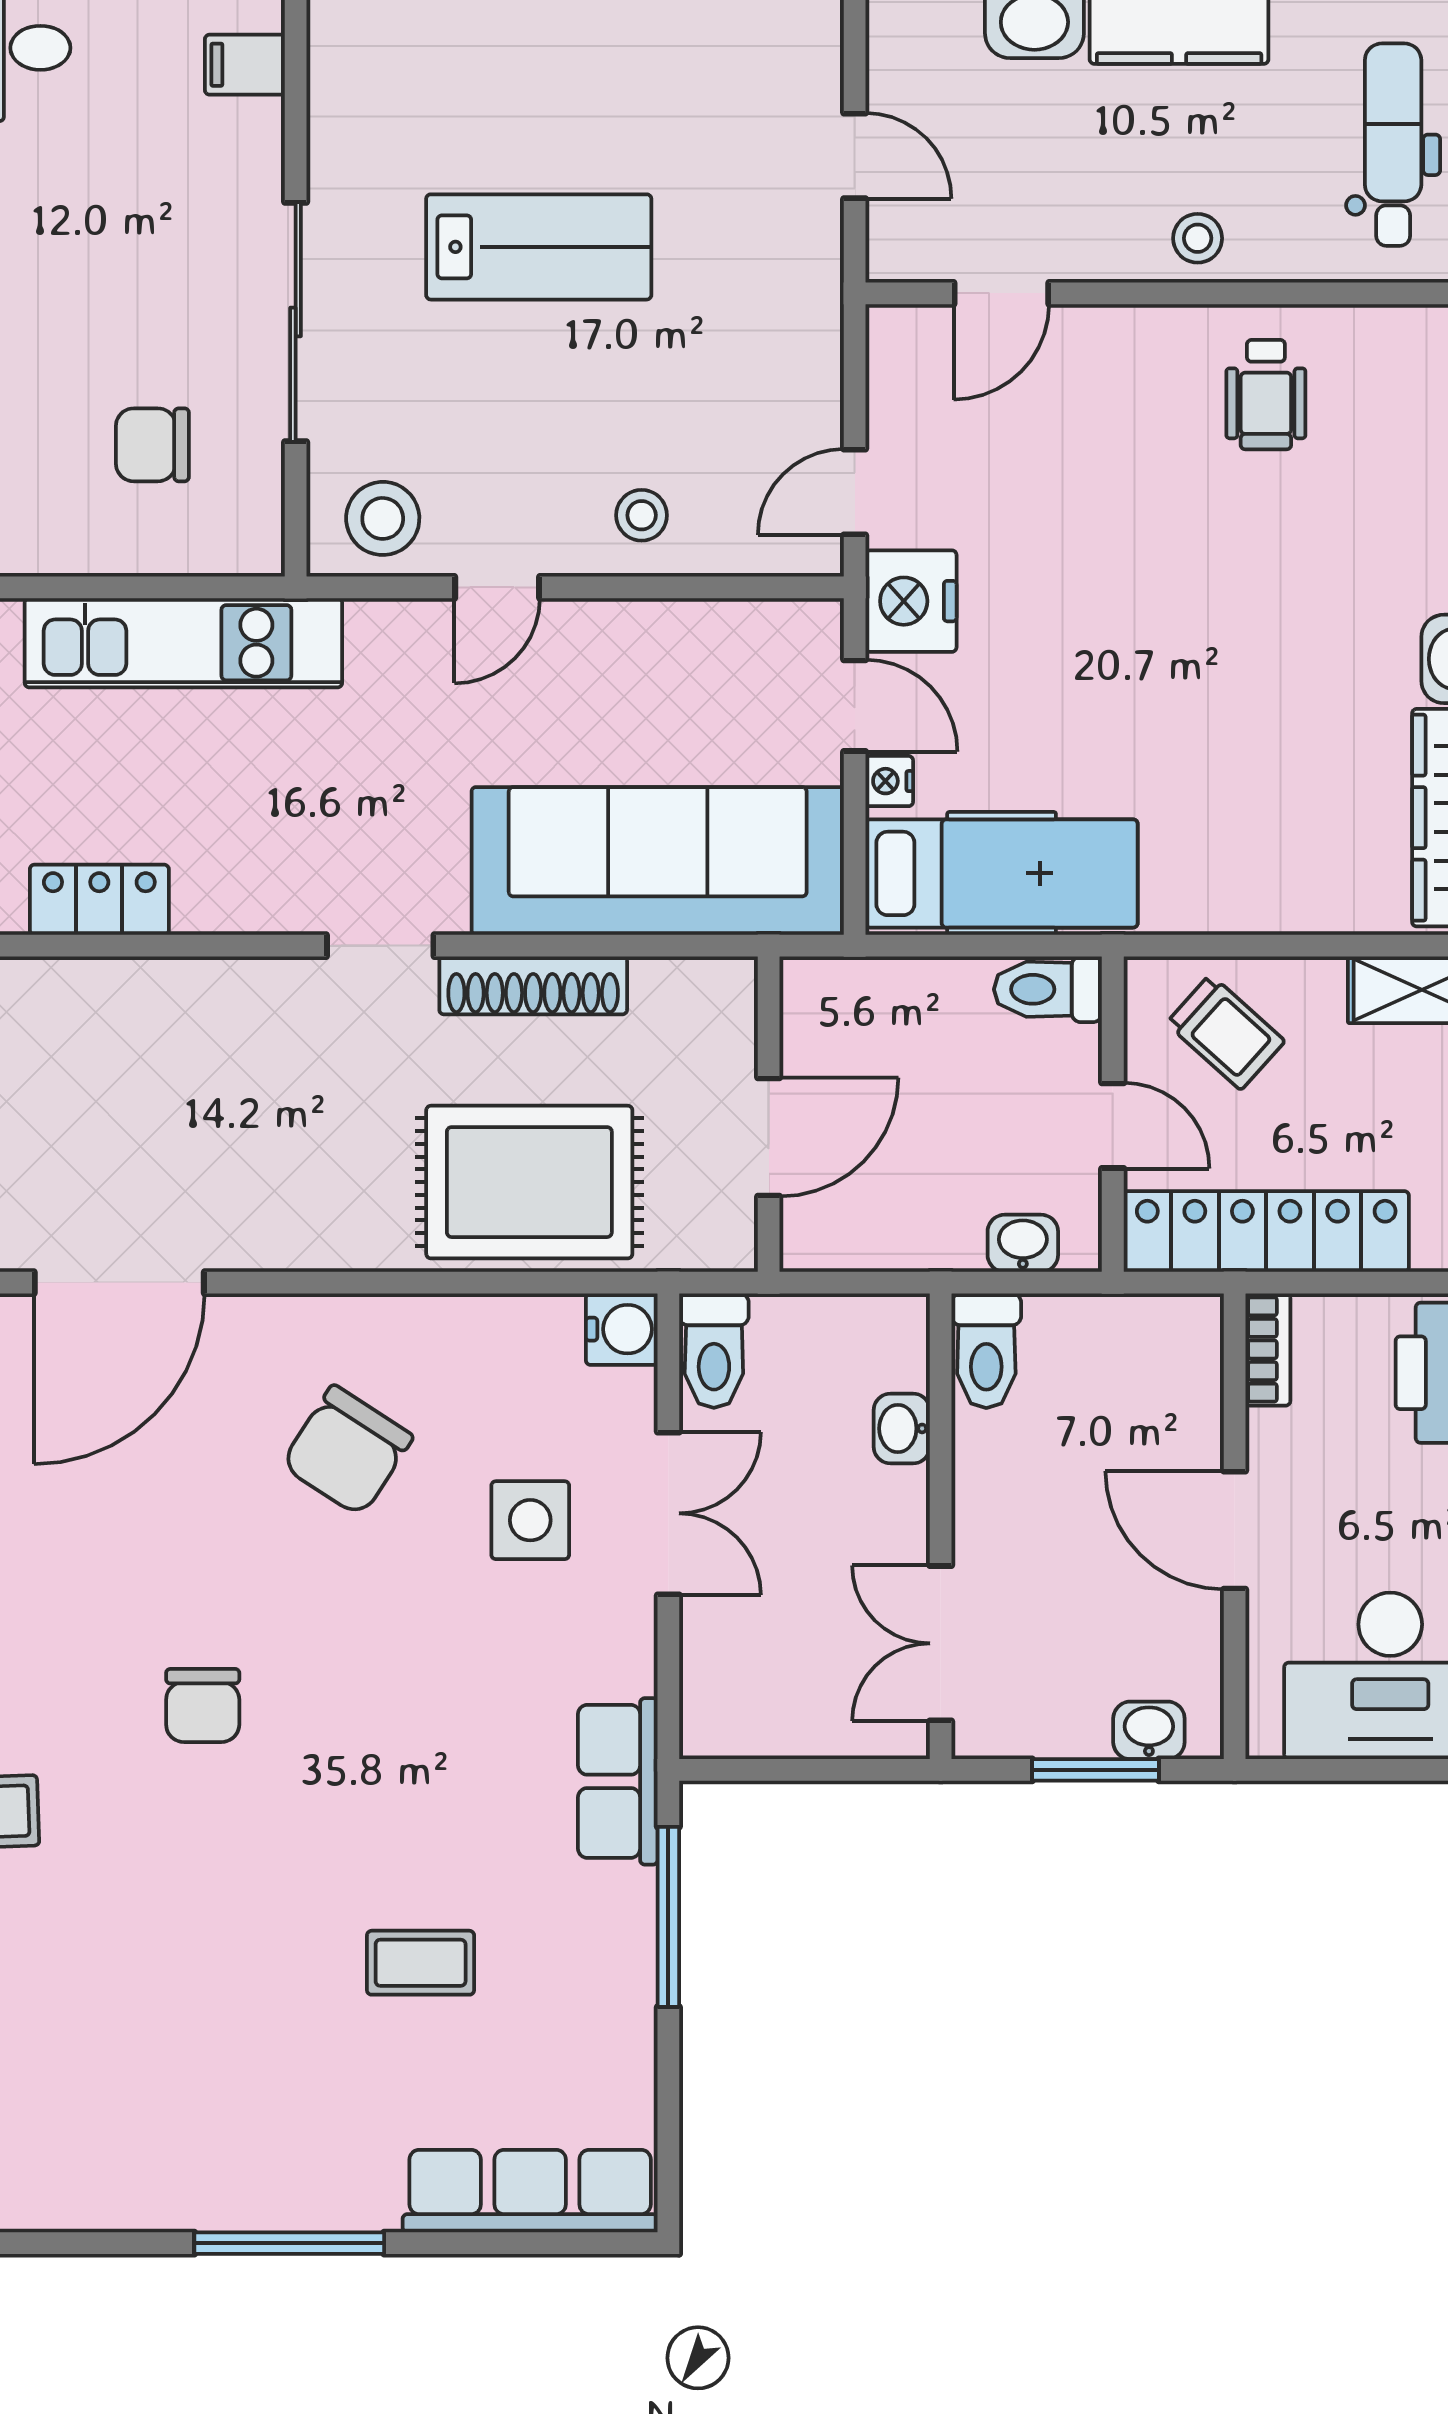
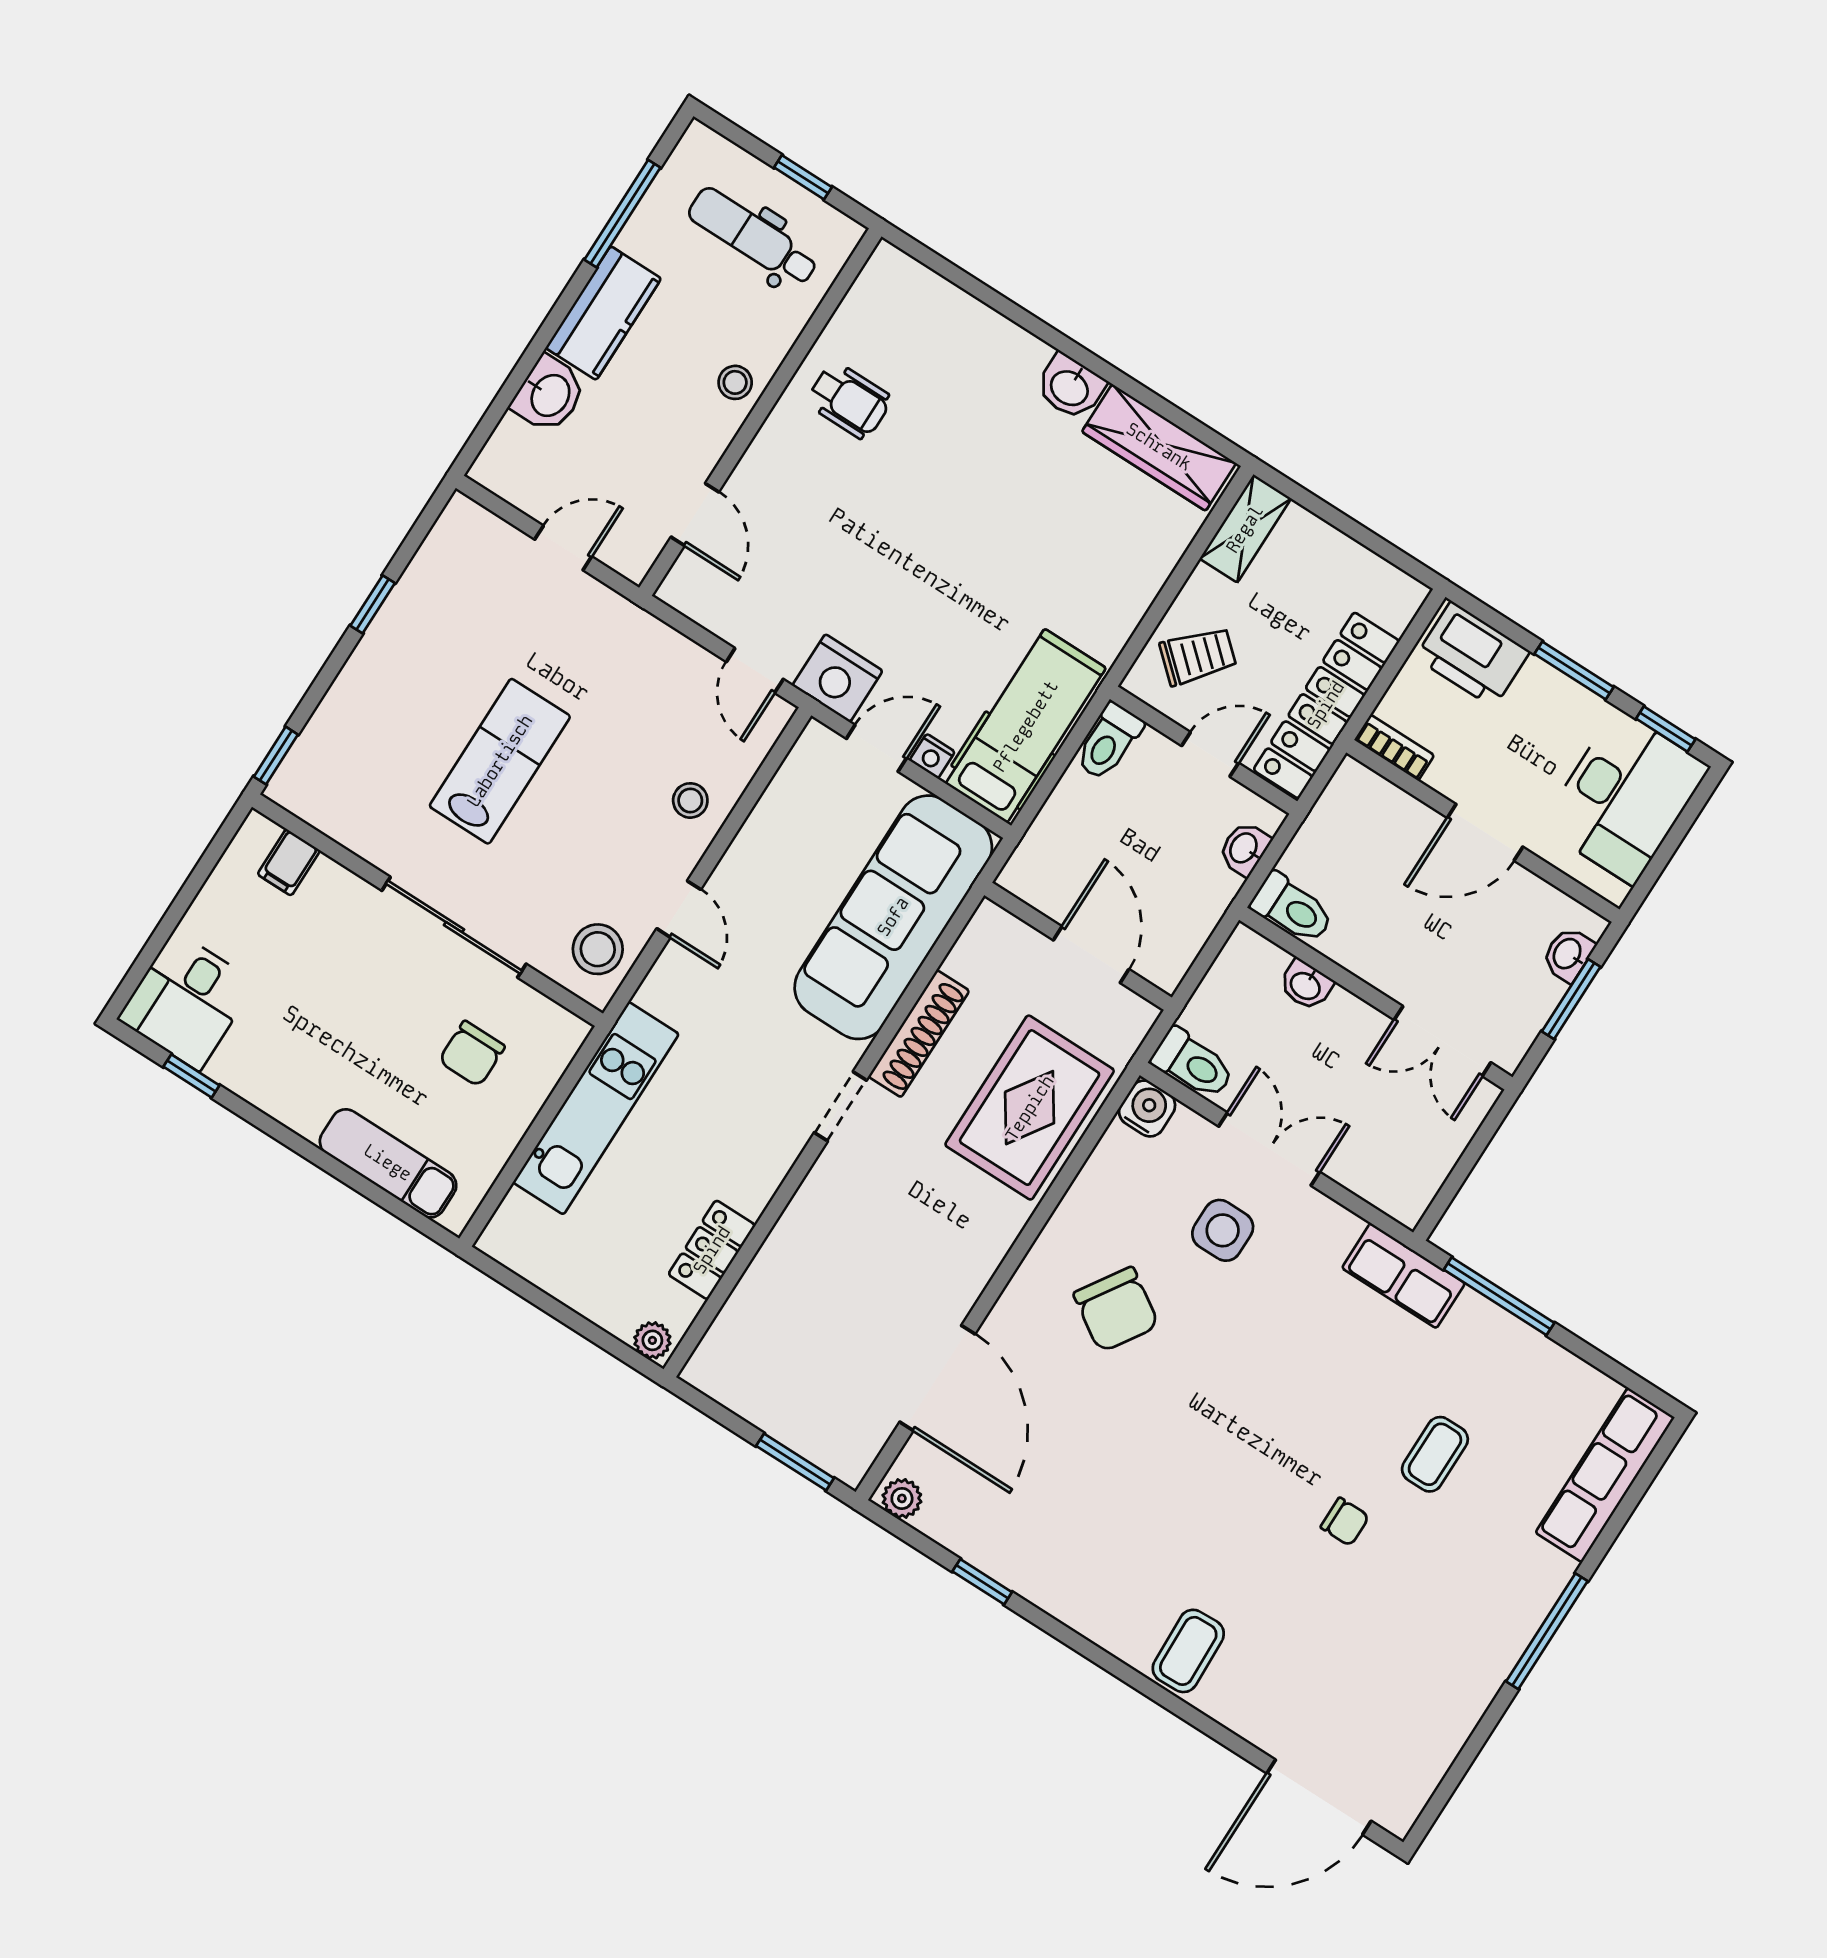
chair: (203, 1705) -> (1345, 1522), moved, width x0.73, depth x0.73

